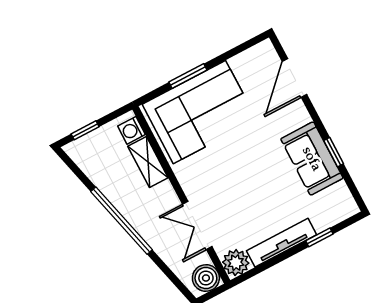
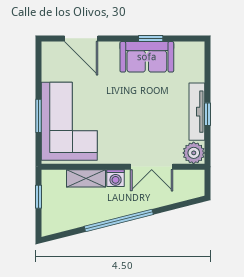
window: (85, 130) -> (38, 197), moved
washing machine: (132, 130) -> (116, 178), moved
window: (319, 237) -> (208, 114), moved
boiler: (206, 278) -> (194, 181), removed

